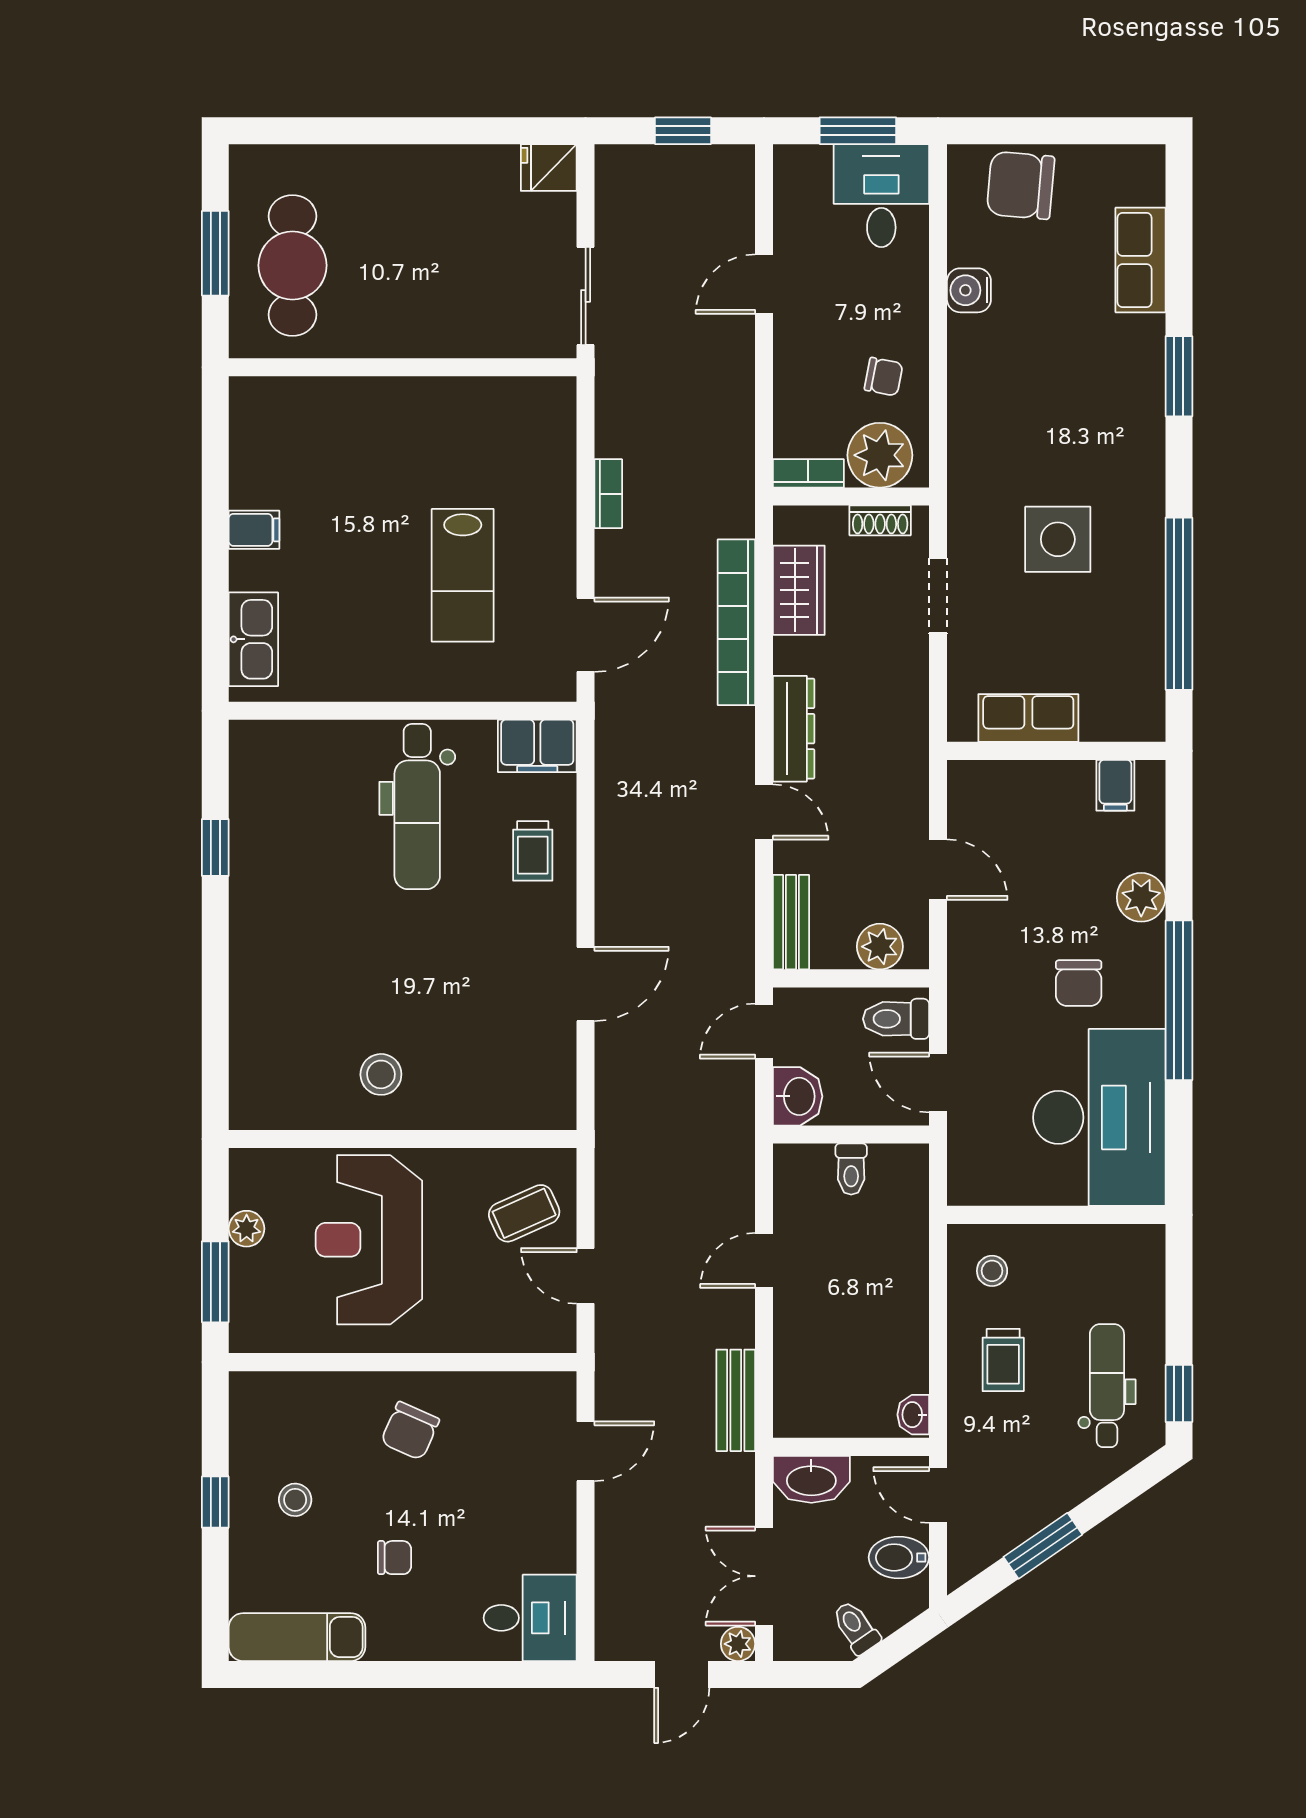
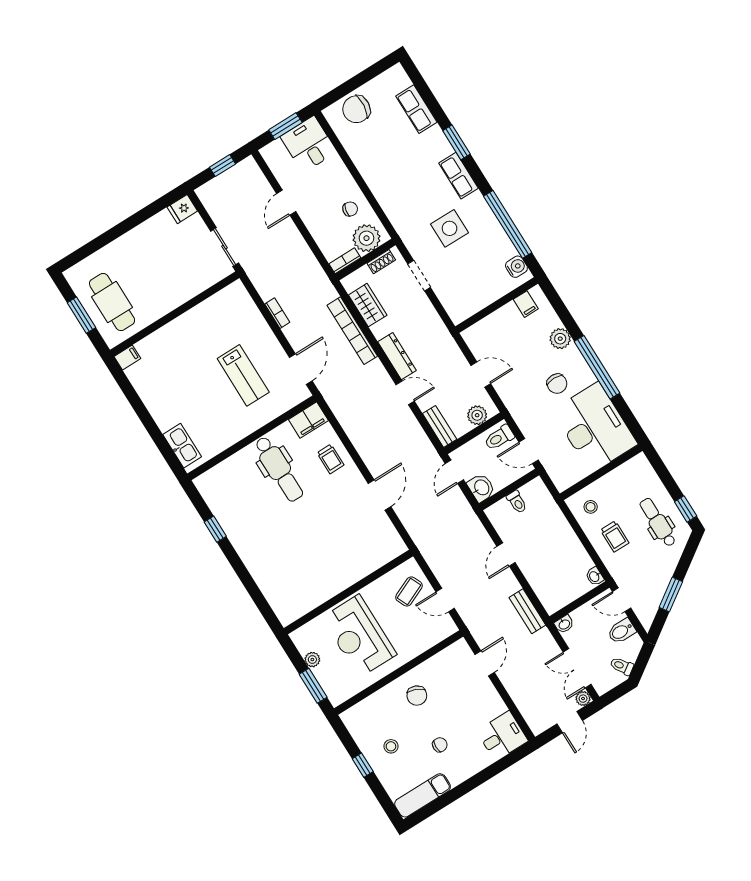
water cooler: (969, 290) -> (516, 267), moved, turned 180
filing cabinet: (254, 530) -> (127, 357), moved
row of seats: (1028, 718) -> (459, 176), moved, turned -90
stool: (381, 1074) -> (326, 574), removed
washbasin: (811, 1479) -> (564, 624), width x0.52, depth x0.69

